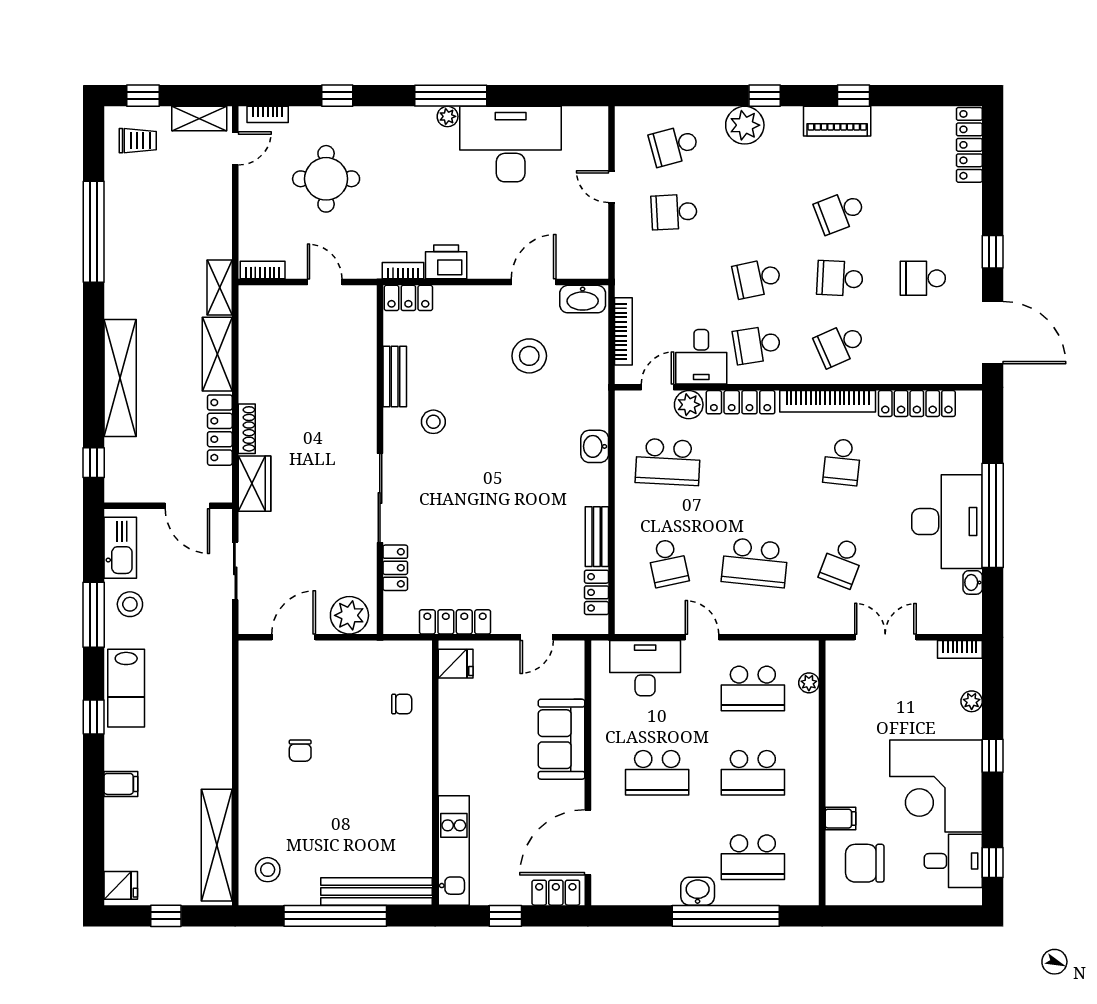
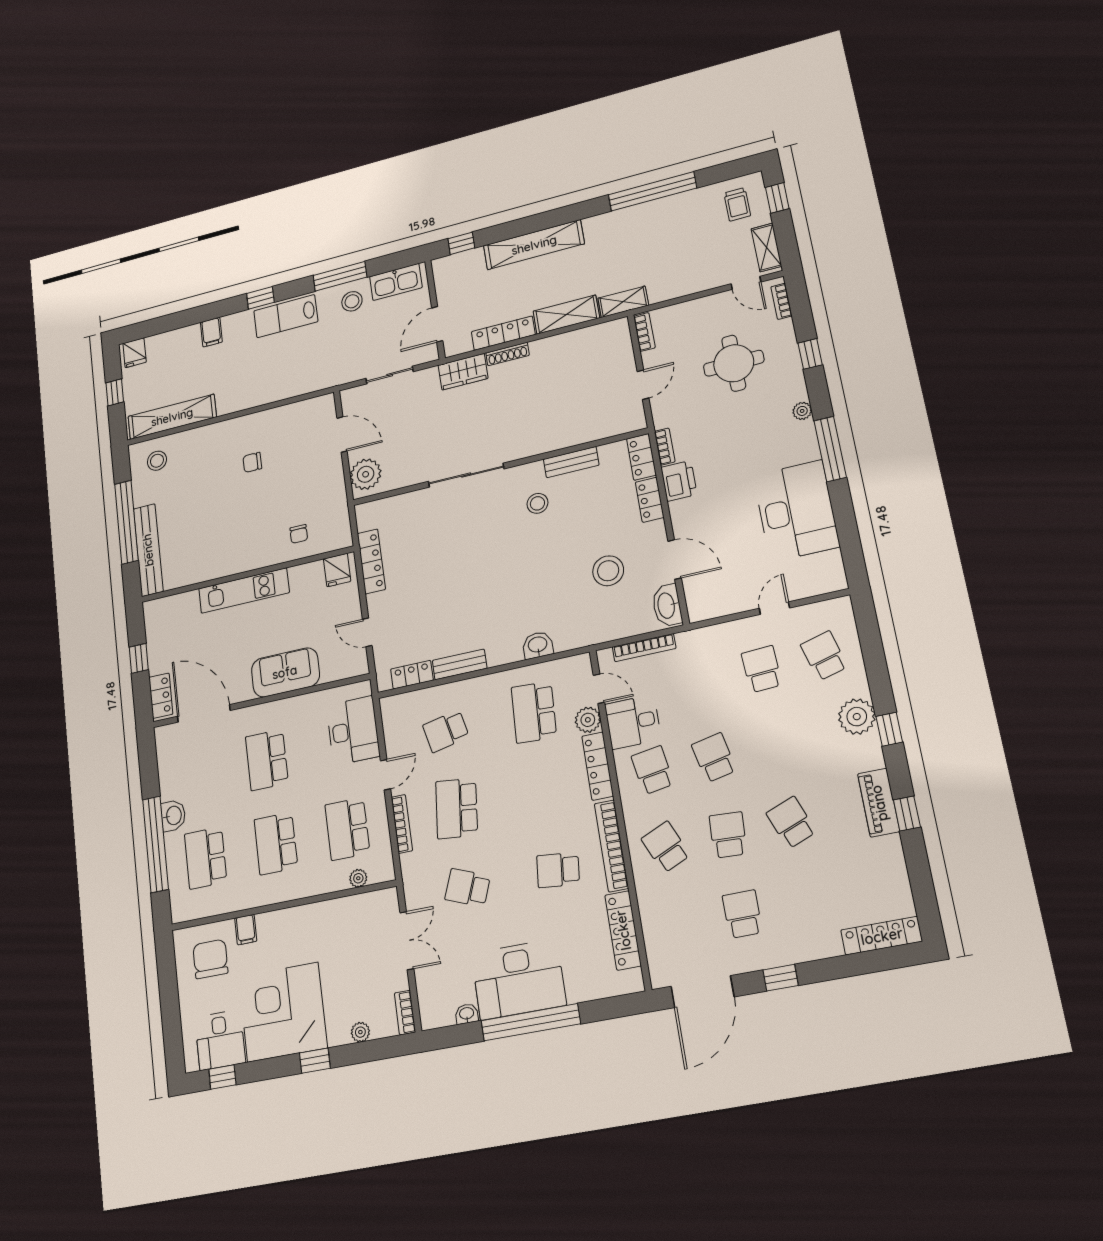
plant: (448, 116) -> (802, 411), moved
locker: (395, 568) -> (650, 500), moved, turned 90
bookcase: (760, 626) -> (402, 824), added
kitchen unit: (454, 850) -> (244, 591), moved

